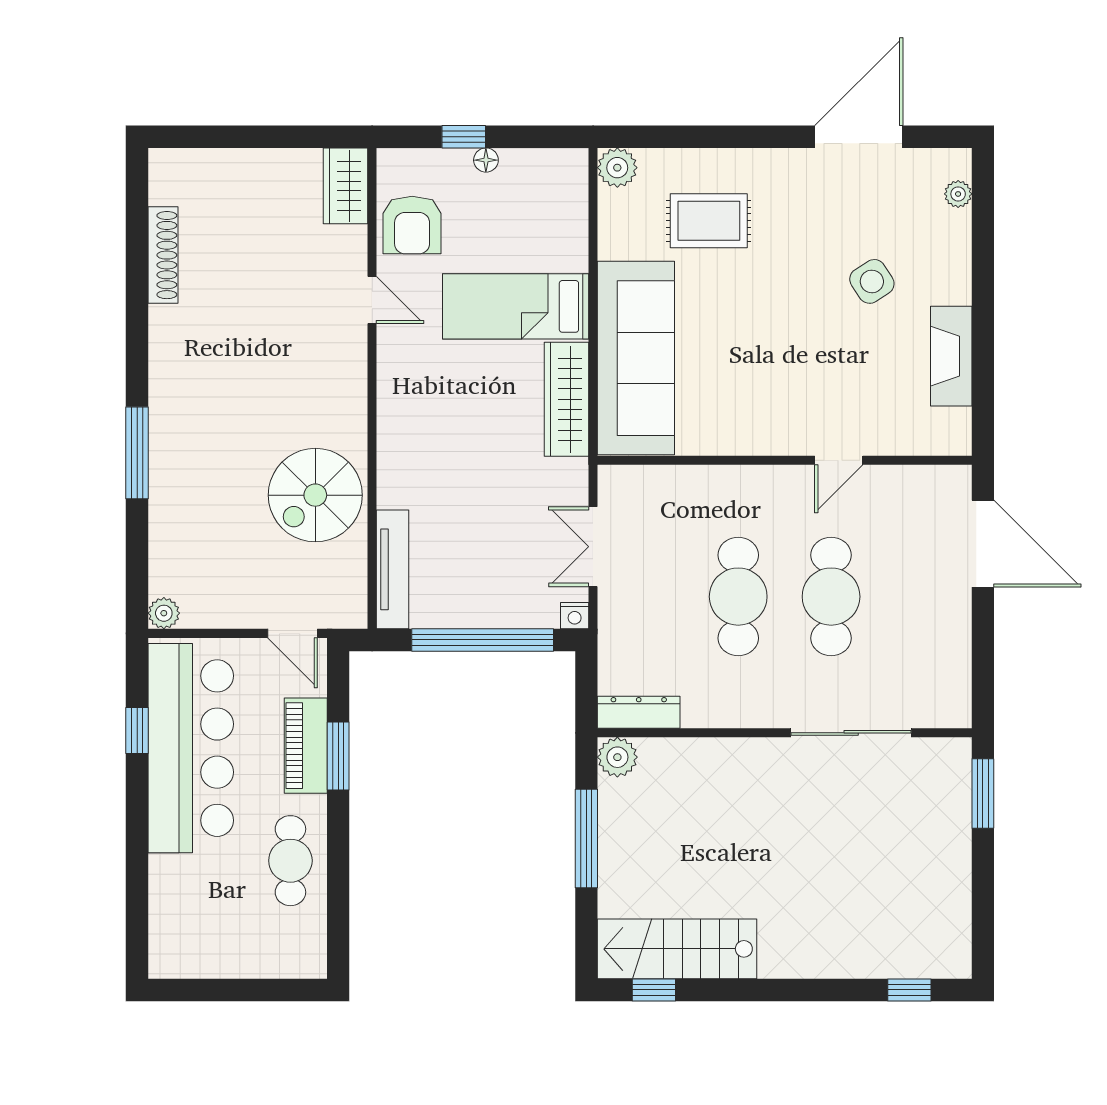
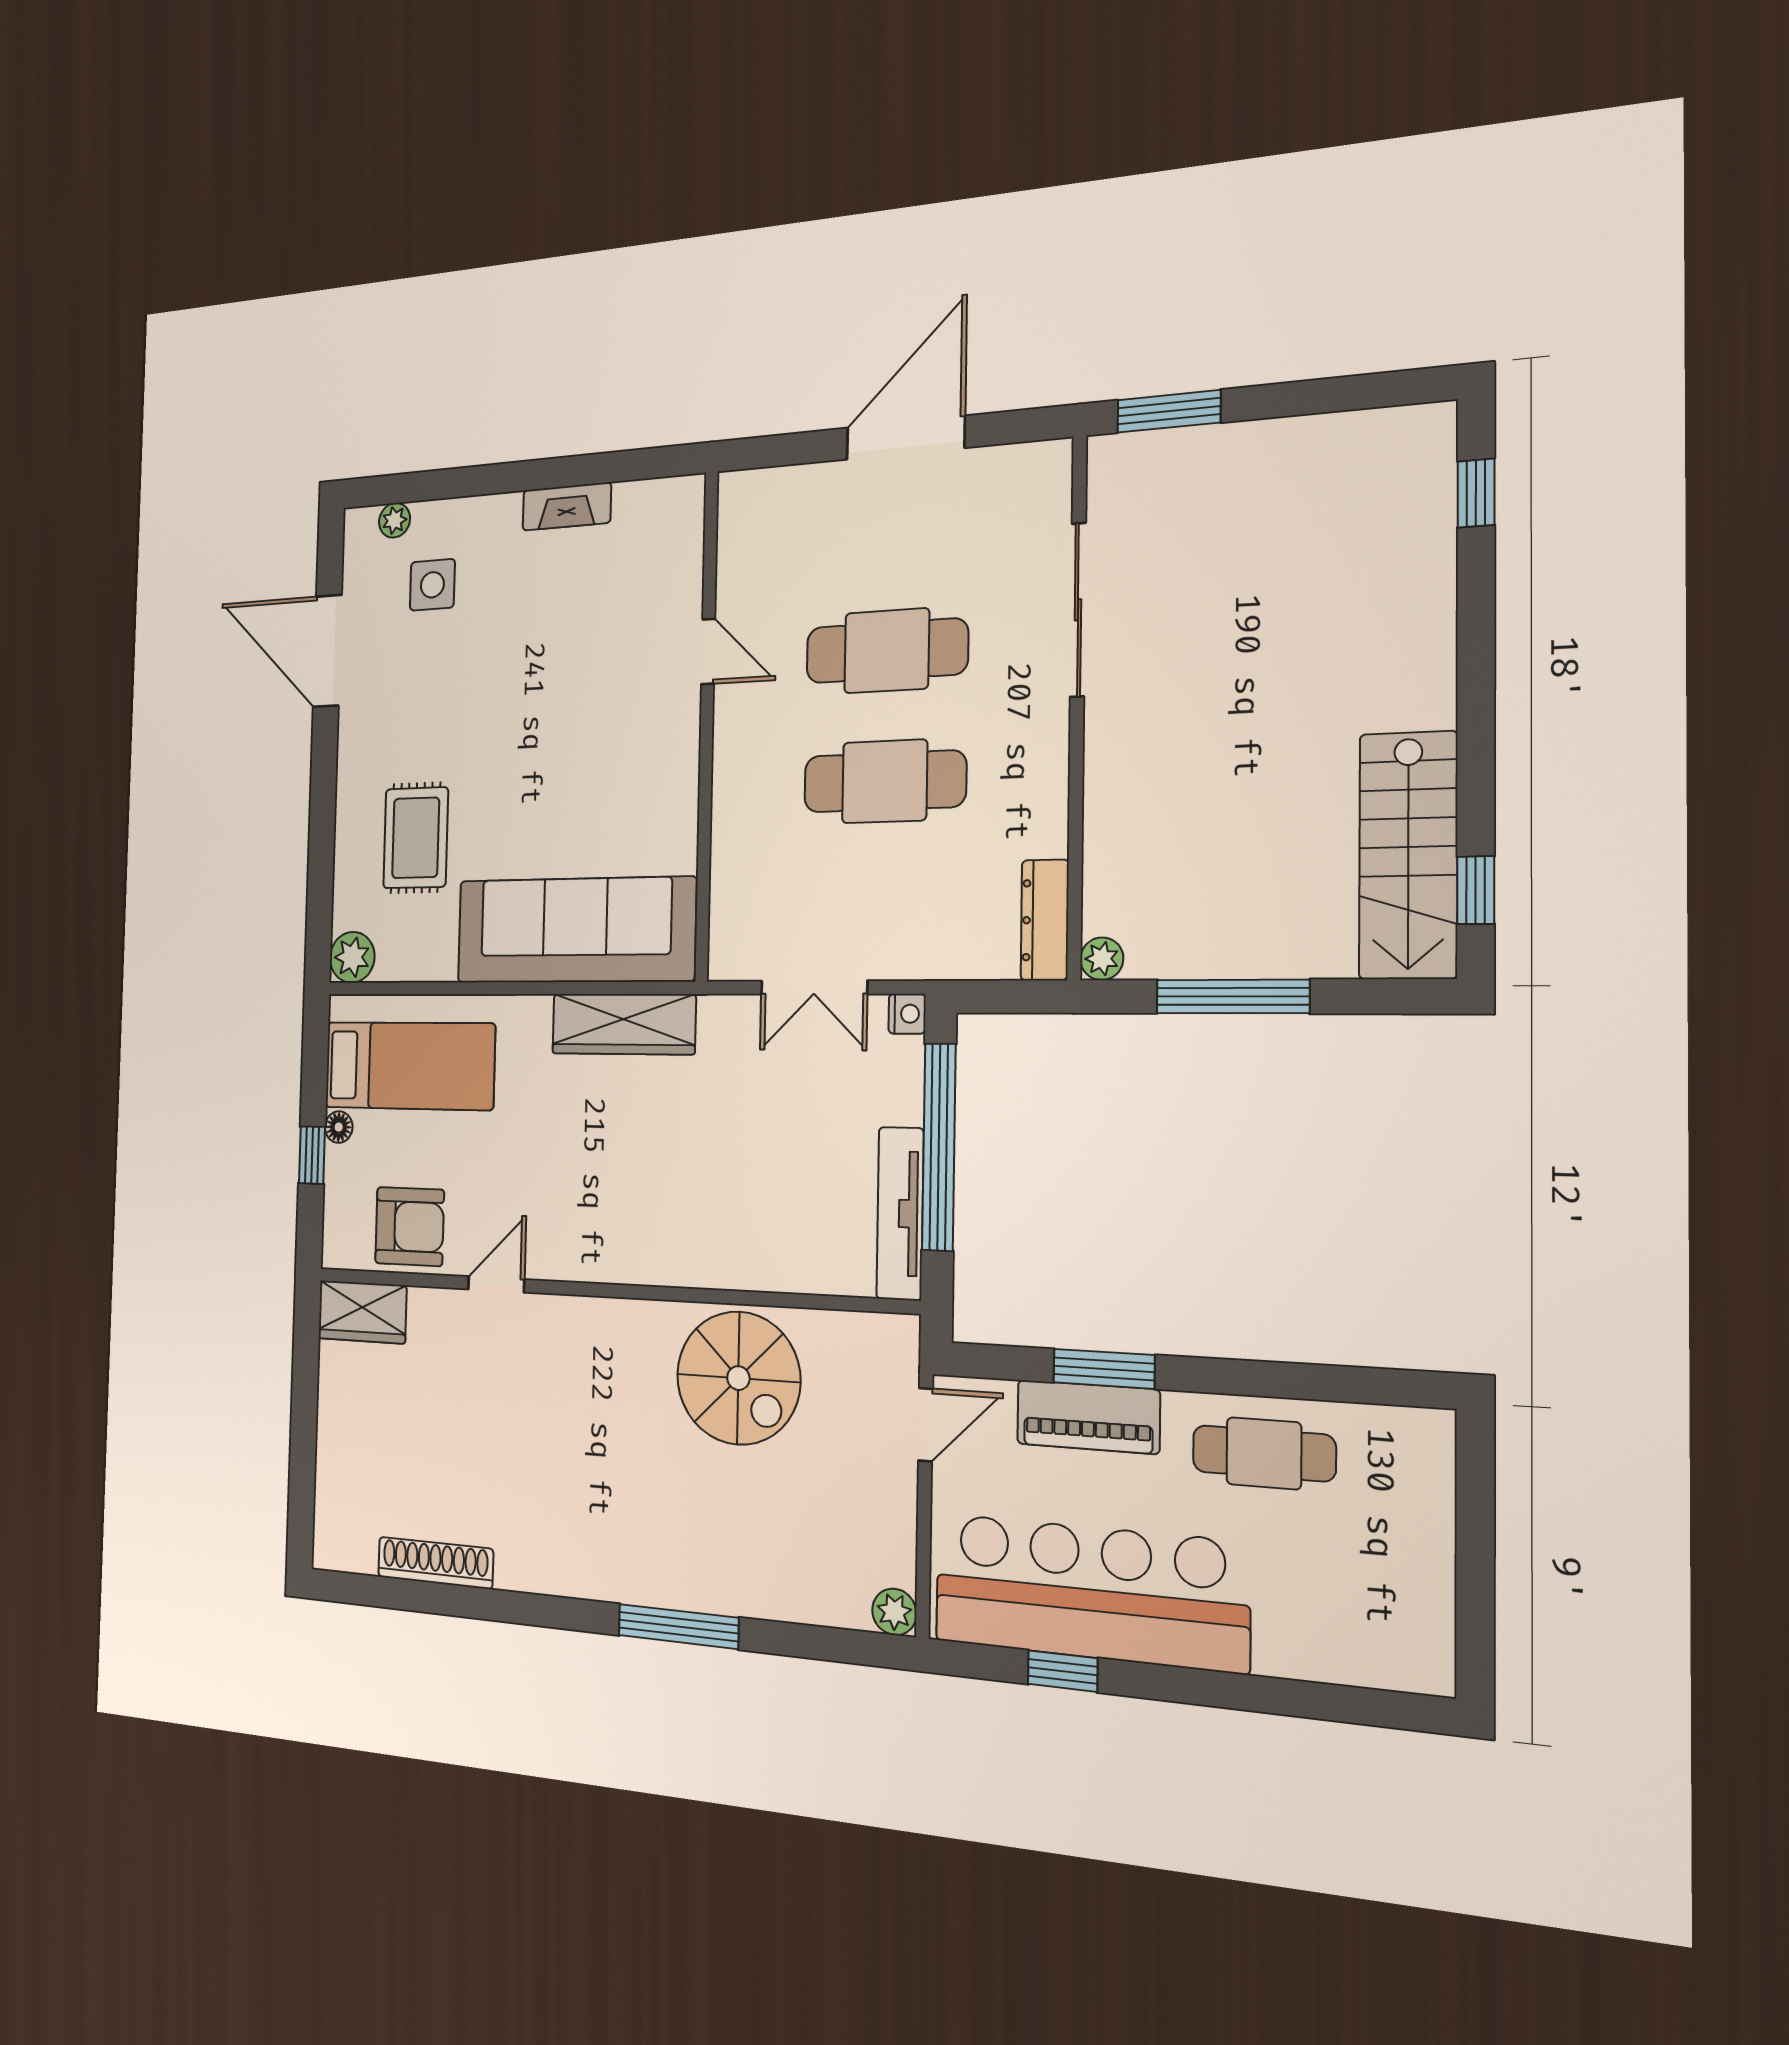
side table: (872, 281) -> (432, 585), moved, turned 33
bed: (516, 306) -> (409, 1066), moved, turned -90
fireplace: (951, 356) -> (567, 507), width x0.73, depth x0.76
door: (983, 544) -> (905, 438), moved
tv unit: (393, 569) -> (900, 1213), moved, turned -90
plant: (617, 757) -> (1102, 959), width x0.73, depth x0.73

